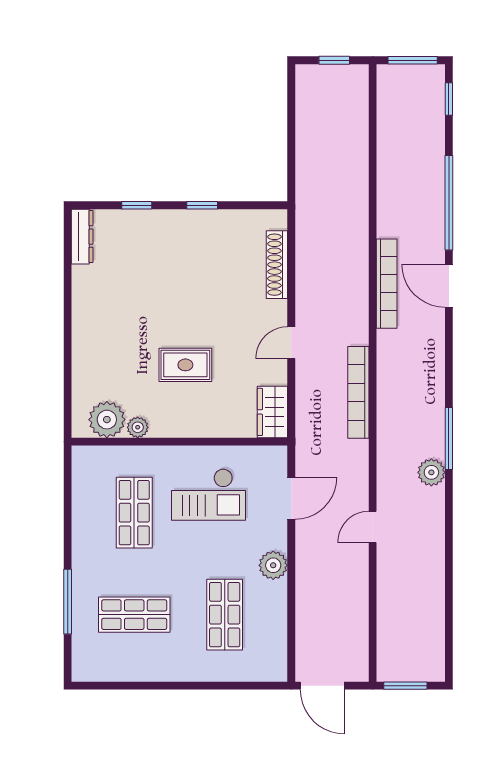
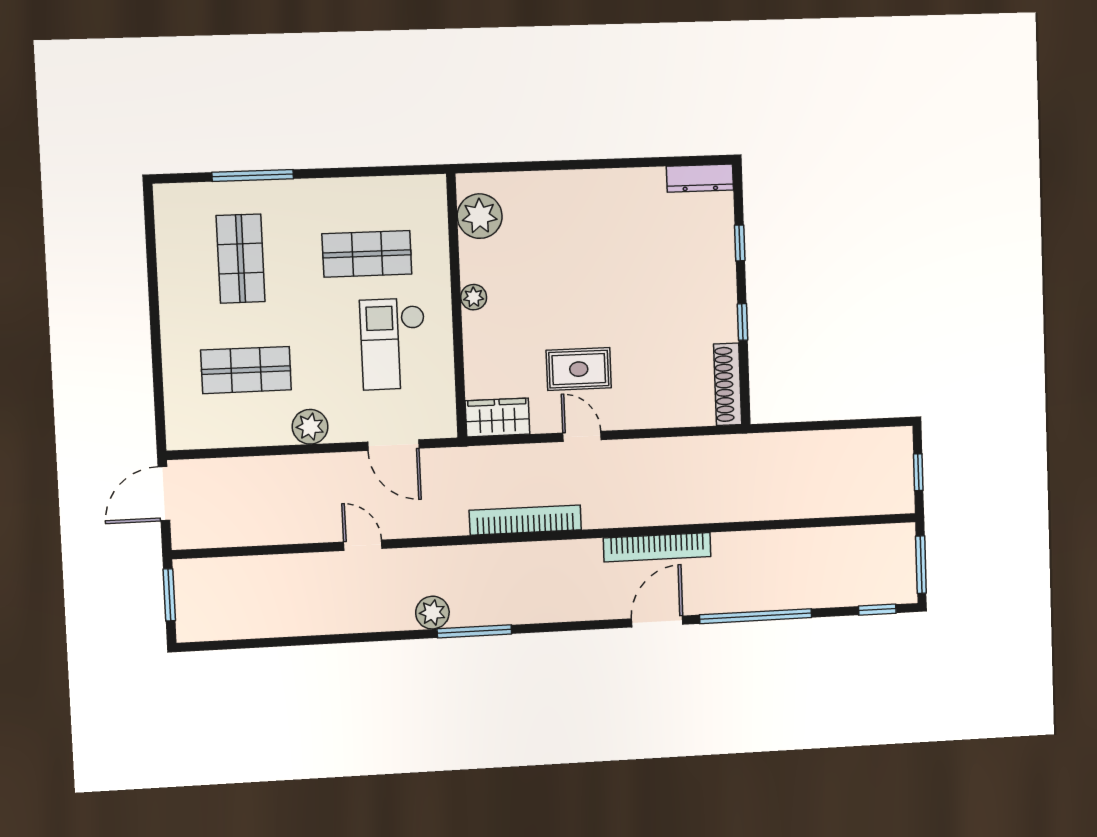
shoe rack: (277, 265) -> (728, 384), moved, turned -90
rug: (185, 365) -> (579, 369), moved, turned 90
plant: (138, 427) -> (474, 297), moved

